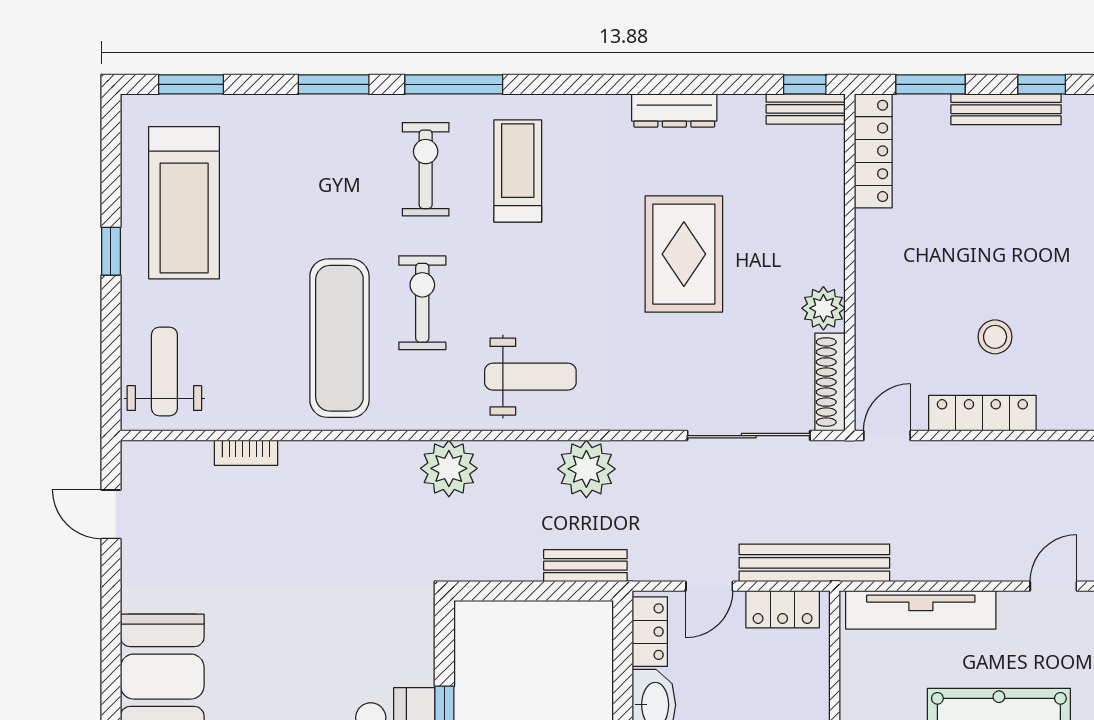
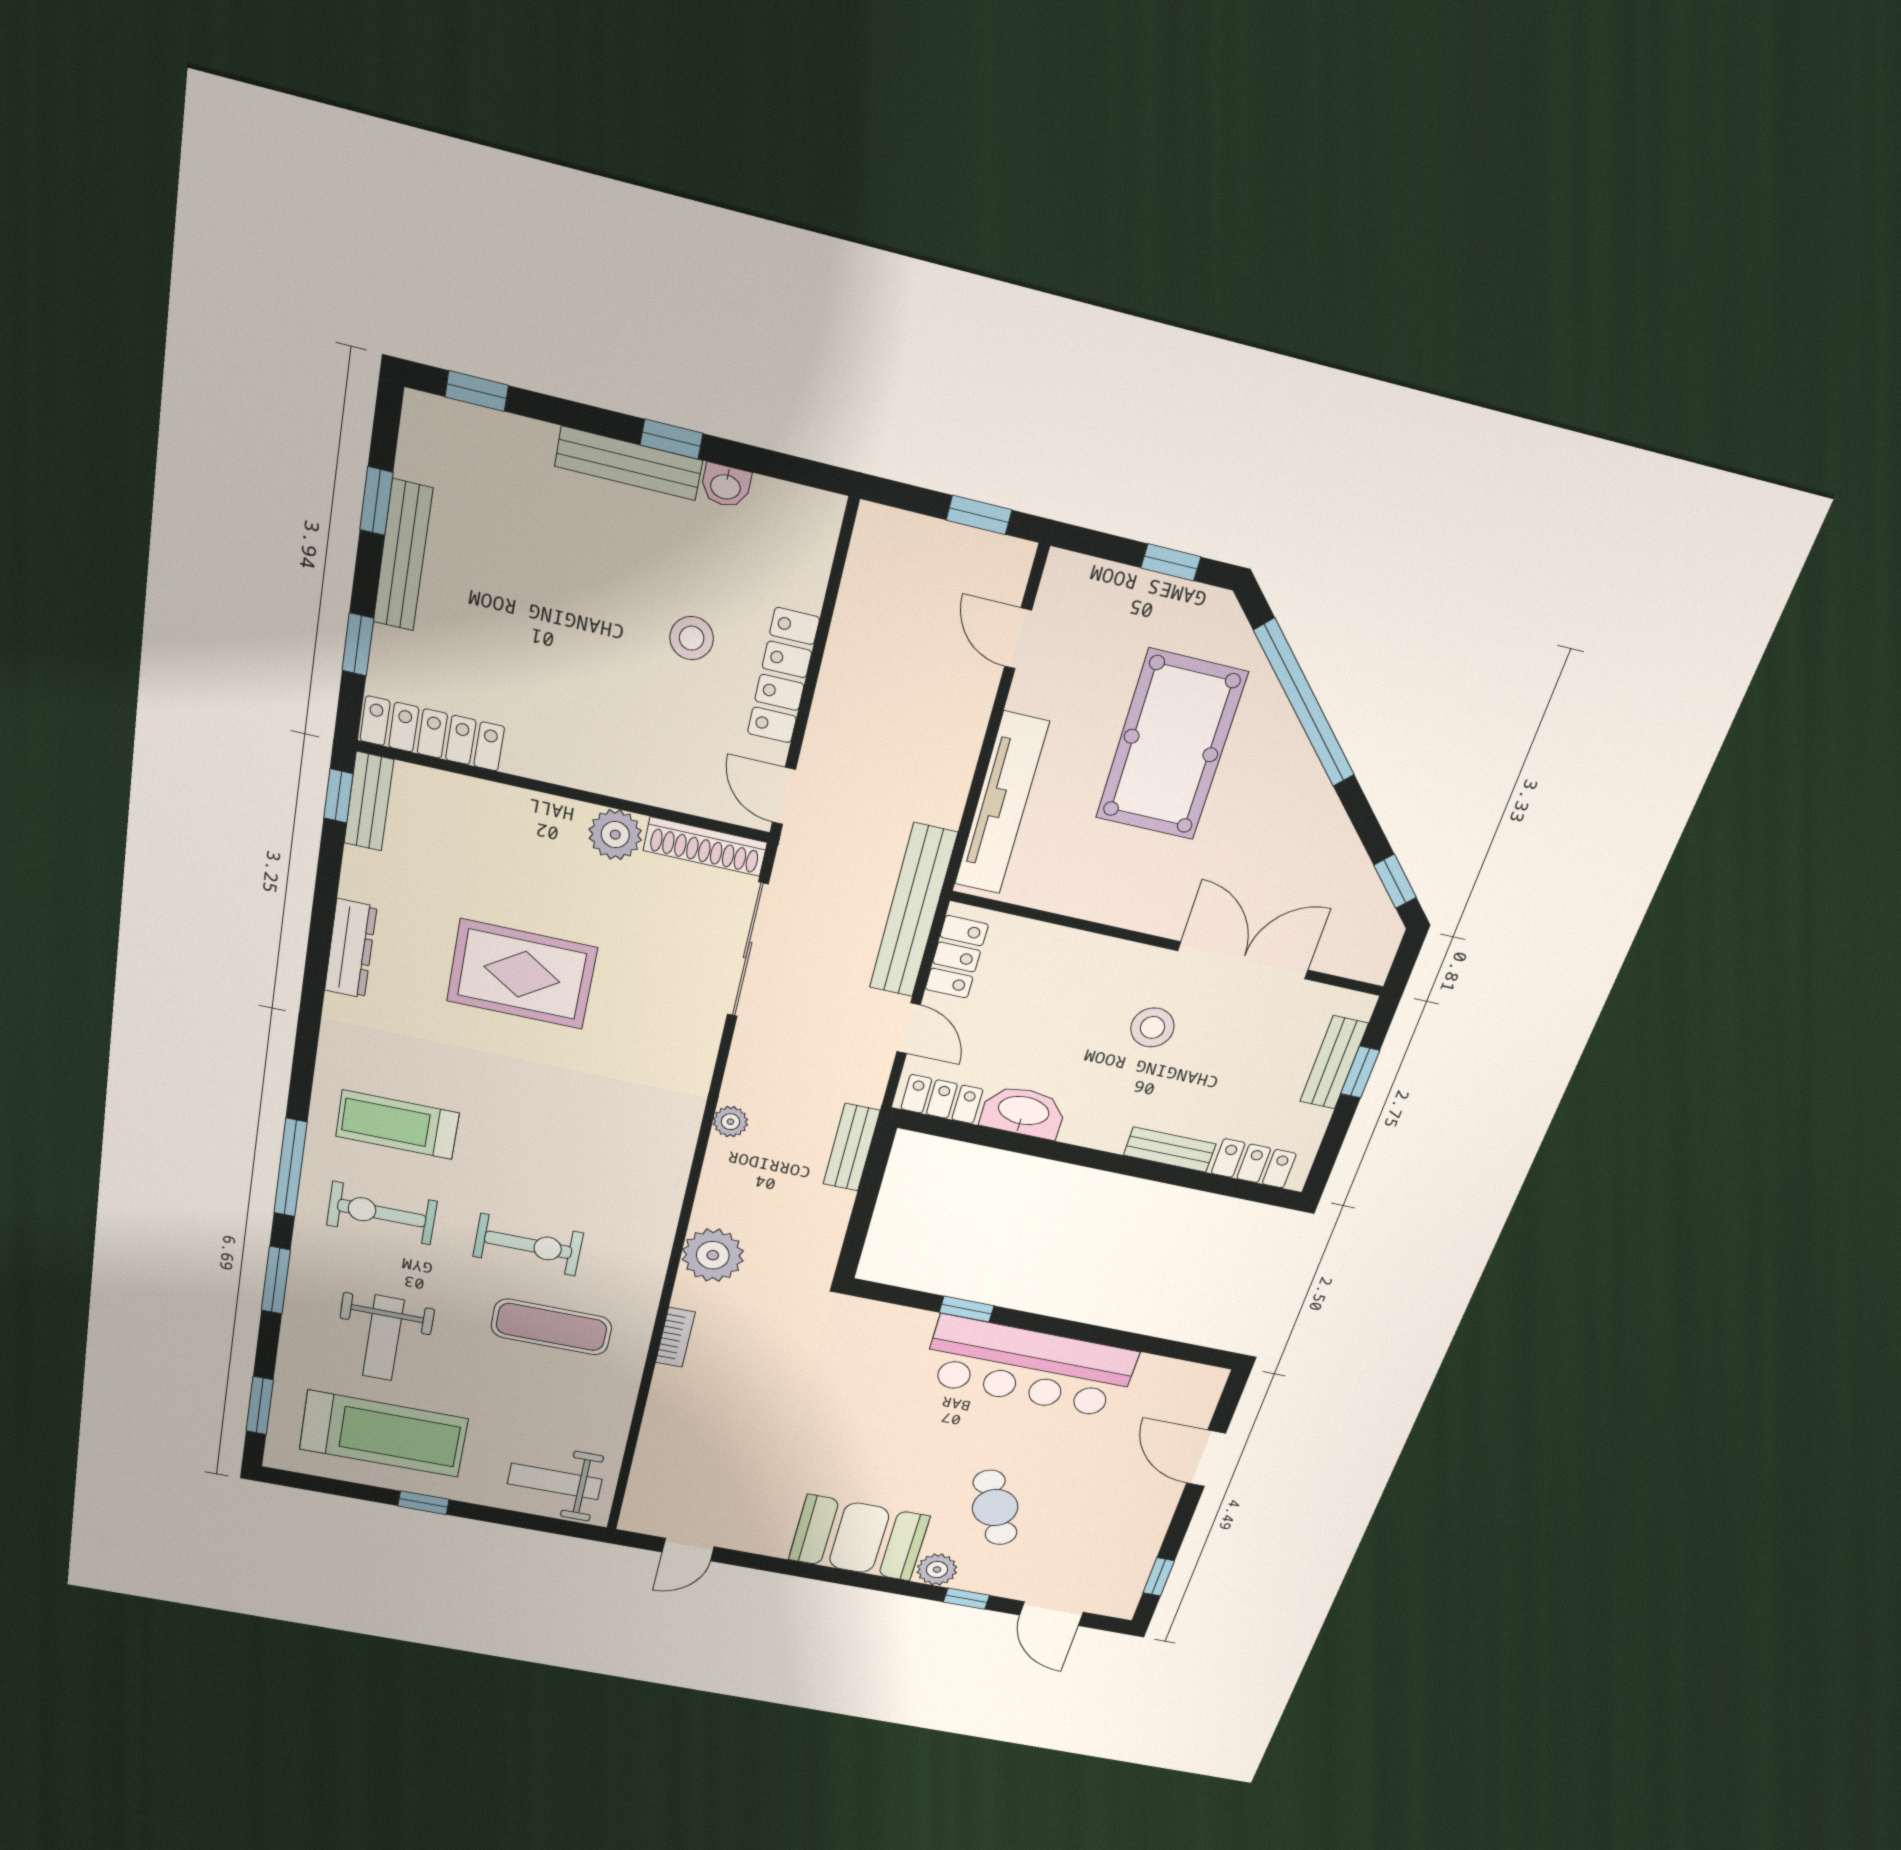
window: (931, 84) -> (358, 644), width x0.67
exercise bike: (422, 303) -> (528, 1245), turned 180
exercise mat: (339, 338) -> (551, 1327), width x0.73, depth x0.69
weight bench: (530, 377) -> (383, 1338), moved, turned 180
bookcase: (246, 453) -> (675, 1337), moved
plant: (586, 469) -> (730, 1122), width x0.53, depth x0.53

